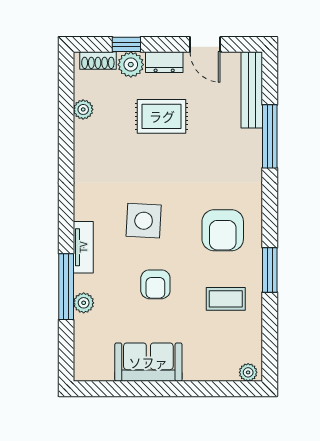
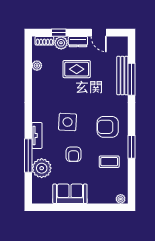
bench: (252, 90) -> (122, 76), moved
armchair: (223, 230) -> (108, 127), turned 90
plant: (84, 303) -> (42, 168), width x1.88, depth x1.88

